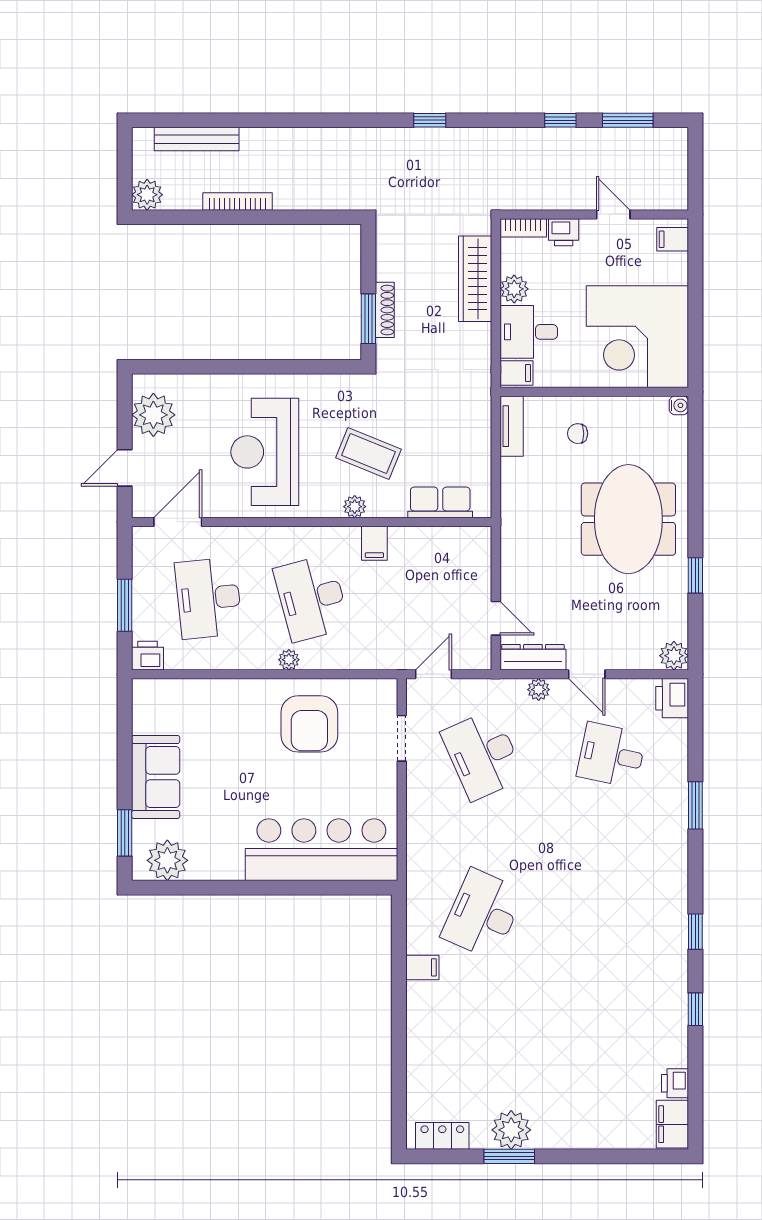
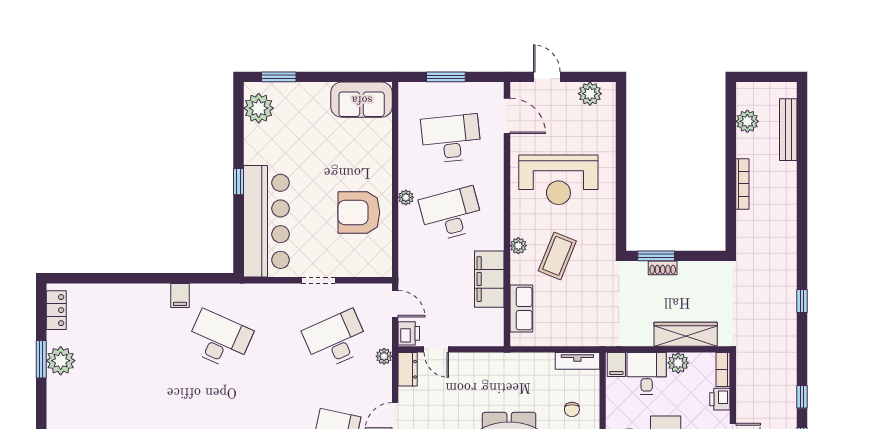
plant: (147, 195) -> (747, 121), moved
bookcase: (237, 201) -> (742, 184), moved
shoe rack: (385, 310) -> (663, 268), width x0.70
plant: (153, 415) -> (590, 94), width x0.73, depth x0.73
chair: (578, 434) -> (572, 409), turned 180
reception desk: (265, 452) -> (558, 180), turned 180
filing cabinet: (374, 543) -> (489, 279), width x3.00, depth x1.17
door: (496, 618) -> (436, 349), hinge flipped
printer: (147, 656) -> (409, 333), moved
dresser: (533, 657) -> (408, 369), width x0.70
plant: (539, 690) -> (384, 356), moved
doorway: (402, 738) -> (318, 280), moved
sofa: (156, 777) -> (362, 100), moved
window: (267, 888) -> (239, 182), added

